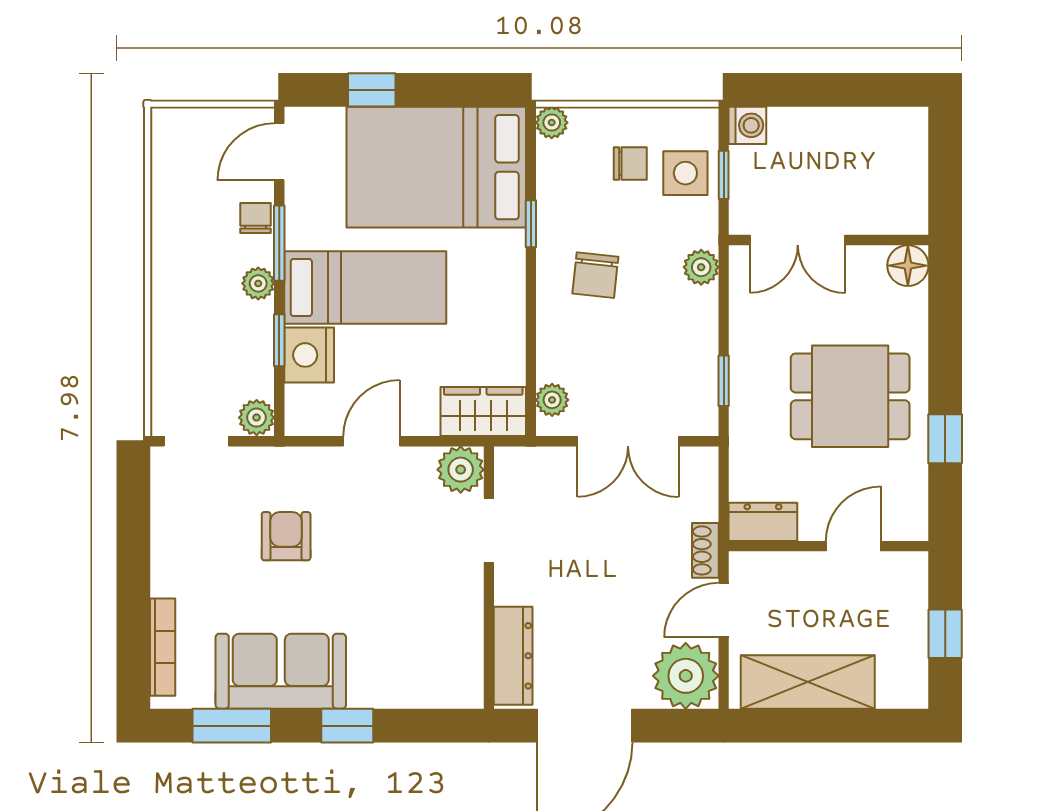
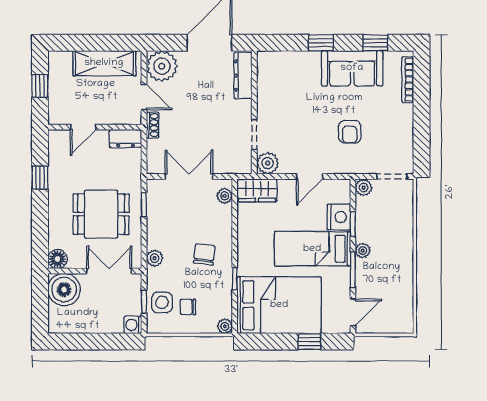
boiler: (894, 200) -> (64, 290), added
chair: (256, 218) -> (364, 281), removed
dining table: (850, 396) -> (101, 214), moved
door: (724, 610) -> (144, 97), hinge flipped
window: (232, 726) -> (375, 43), width x0.67

